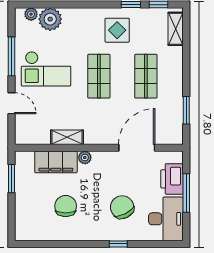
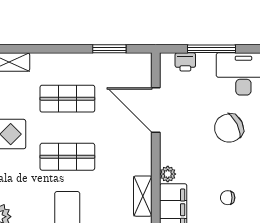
printer: (172, 179) -> (185, 62), width x0.53, depth x0.68
chair: (66, 206) -> (228, 198), width x0.54, depth x0.54

